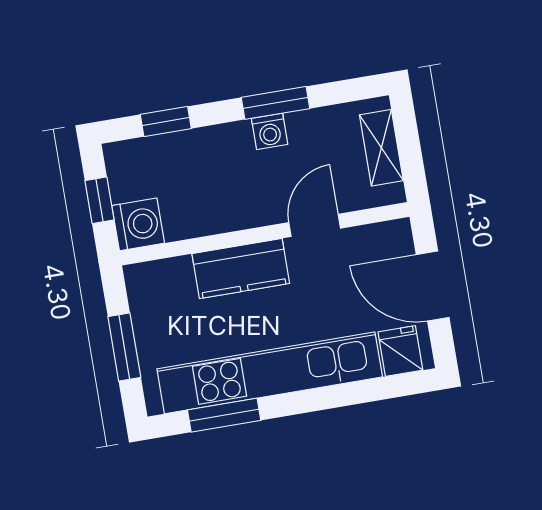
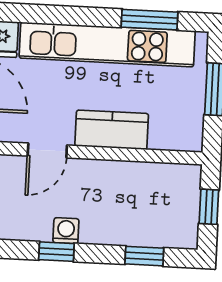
window: (276, 103) -> (56, 252), width x0.67
washing machine: (138, 224) -> (183, 182), removed

